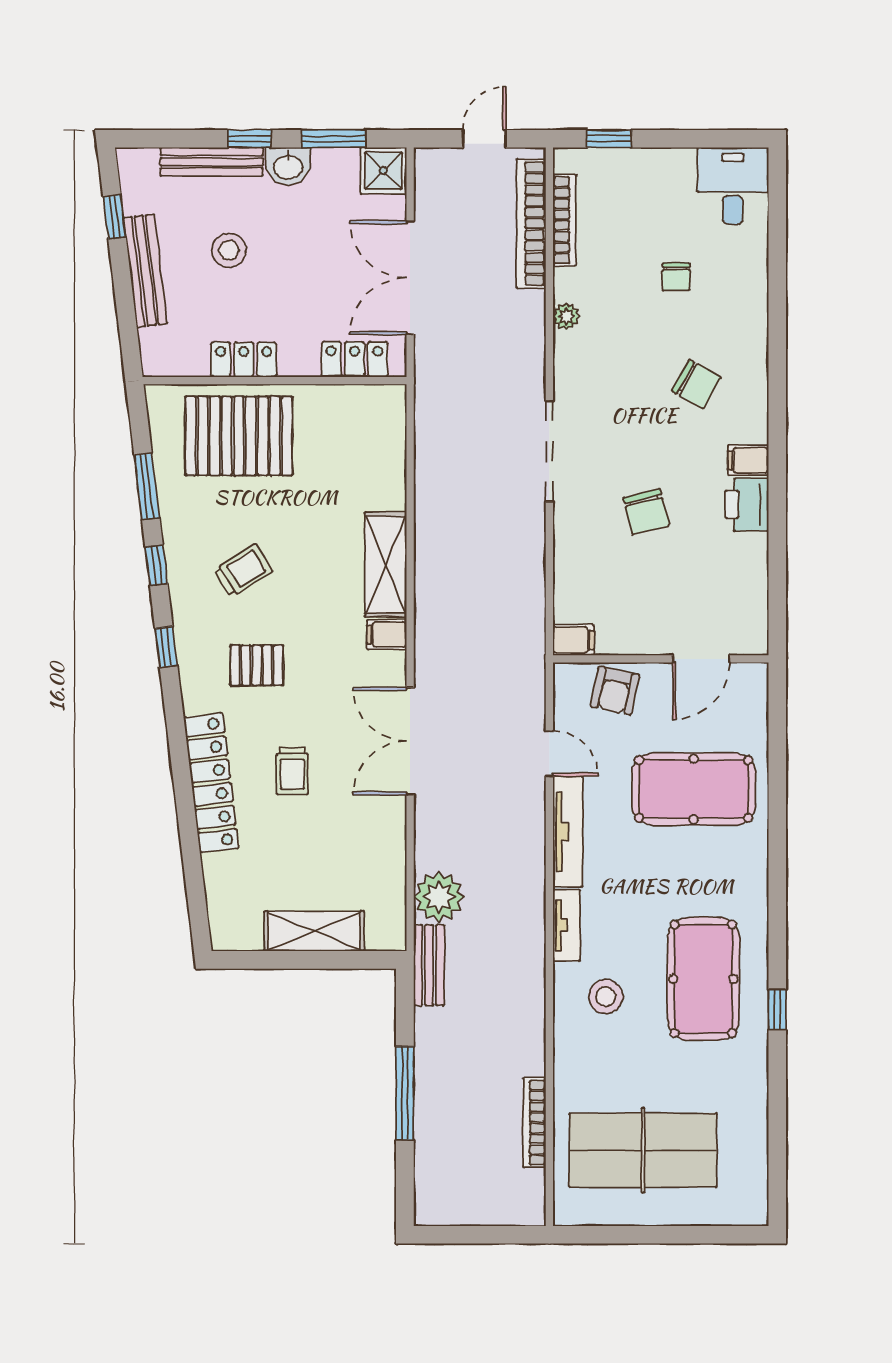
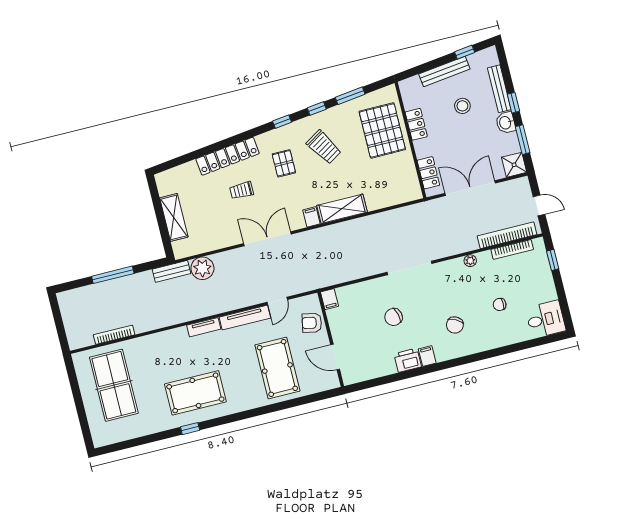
trolley: (243, 571) -> (324, 147), width x1.36, depth x1.39
stool: (606, 997) -> (177, 352), removed

